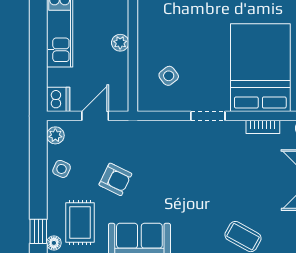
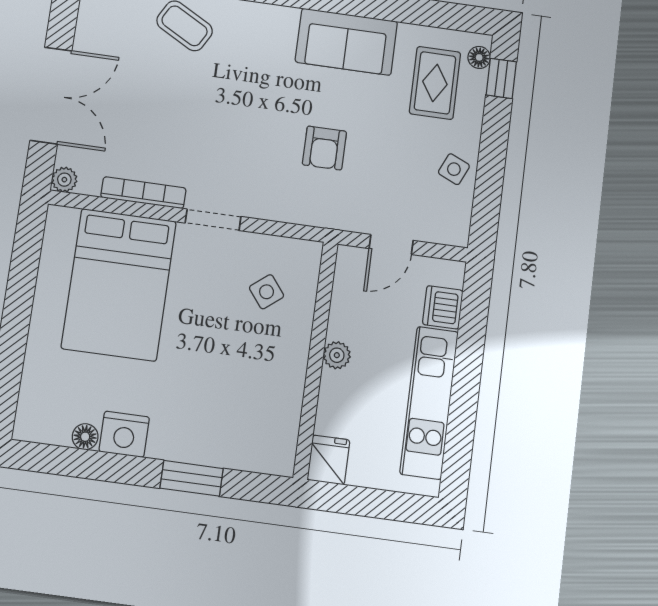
dishwasher: (58, 99) -> (443, 307), moved
bookcase: (263, 127) -> (143, 193), width x1.56
plant: (55, 135) -> (457, 223), removed
armchair: (115, 179) -> (324, 148), moved, turned -116

